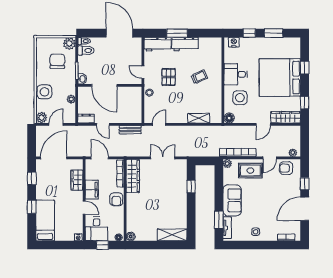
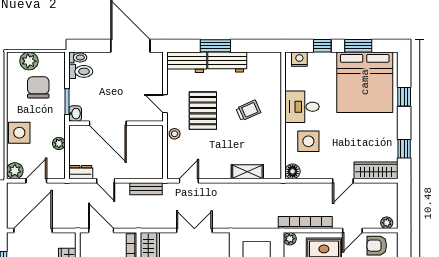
plant: (69, 43) -> (29, 61), moved
pallet: (169, 77) -> (203, 111), width x1.50, depth x1.42
bed: (280, 78) -> (365, 82), moved, turned -90

